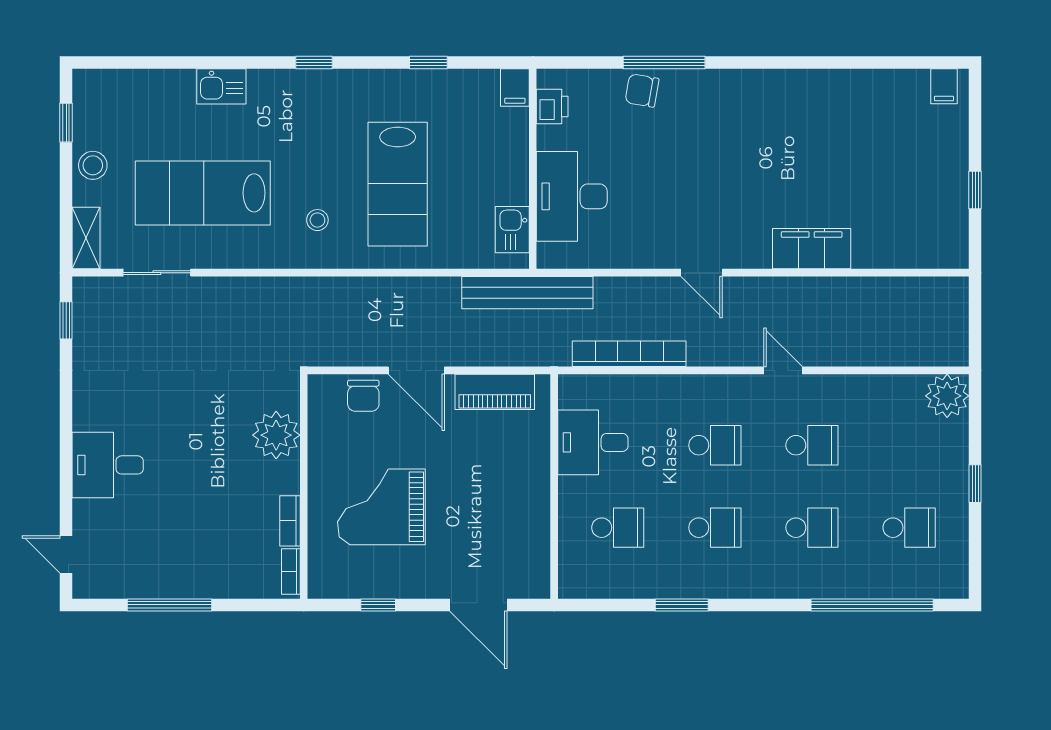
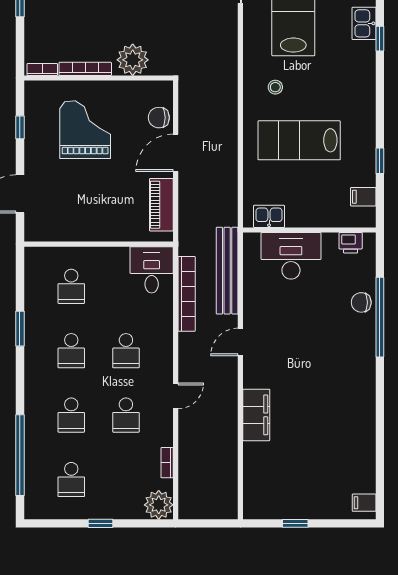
window: (314, 62) -> (380, 39), moved
window: (664, 62) -> (380, 317), width x1.46
filing cabinet: (515, 87) -> (363, 197), moved
chair: (642, 90) -> (361, 302), turned -100
bench: (527, 293) -> (227, 271), moved
bookcase: (884, 383) -> (167, 463), added
desk: (593, 442) -> (152, 270), moved
bookcase: (290, 521) -> (85, 69), width x1.56

